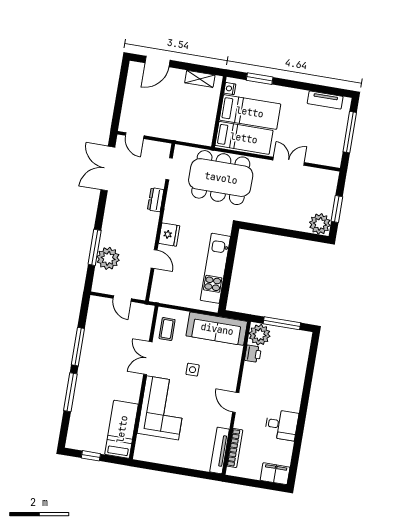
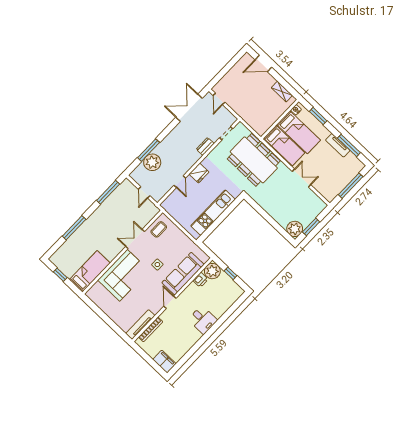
window: (317, 88) -> (349, 145), added
tv unit: (325, 100) -> (338, 145), moved
window: (282, 323) -> (231, 273), width x0.46
sofa: (217, 329) -> (183, 274), moved, turned 90
window: (78, 347) -> (108, 192), moved
desk: (281, 425) -> (203, 320), moved

